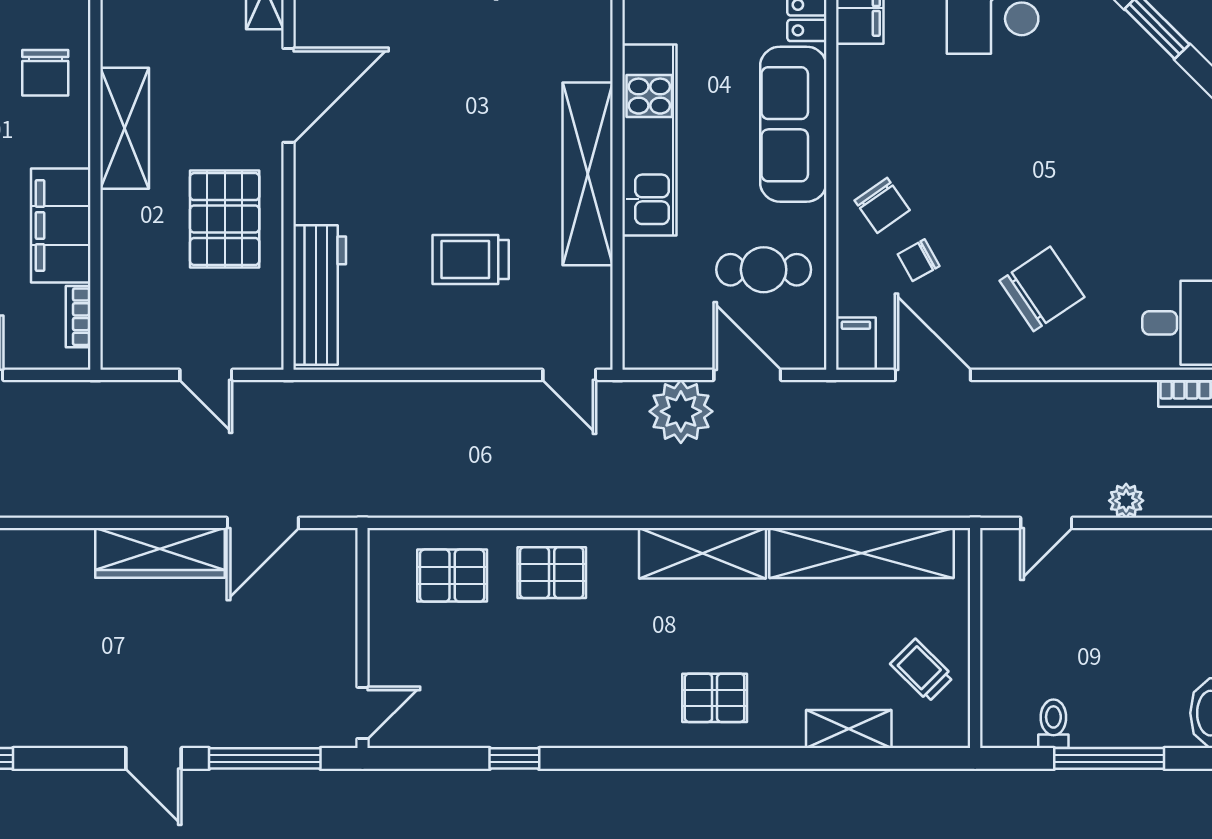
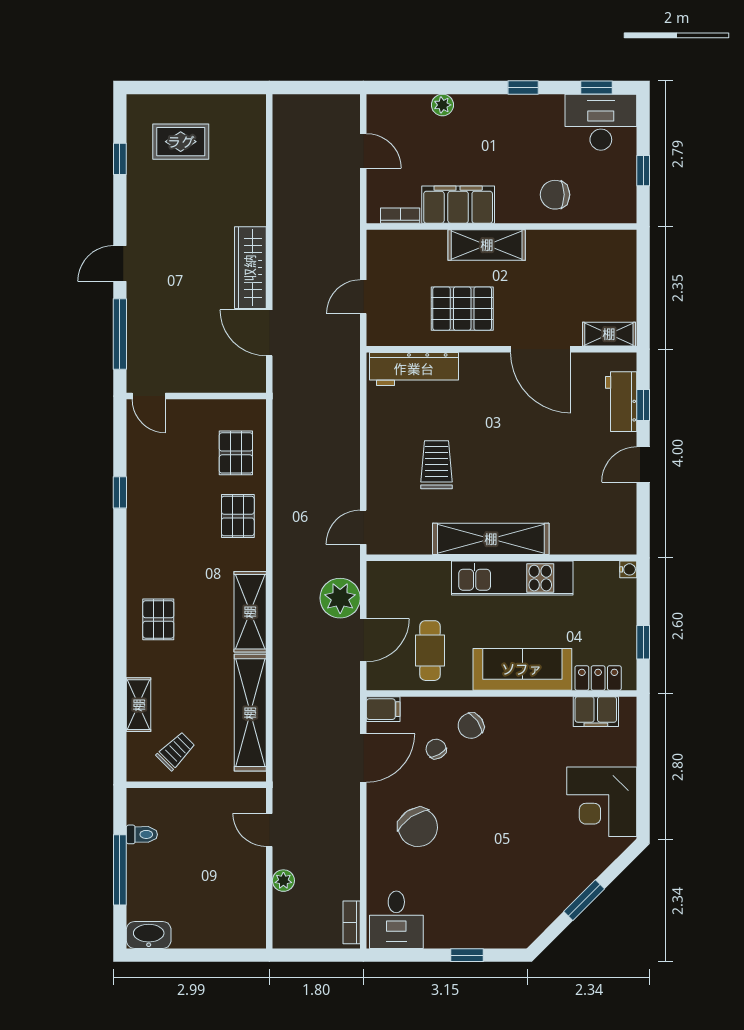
shelving: (125, 128) -> (487, 245), moved

